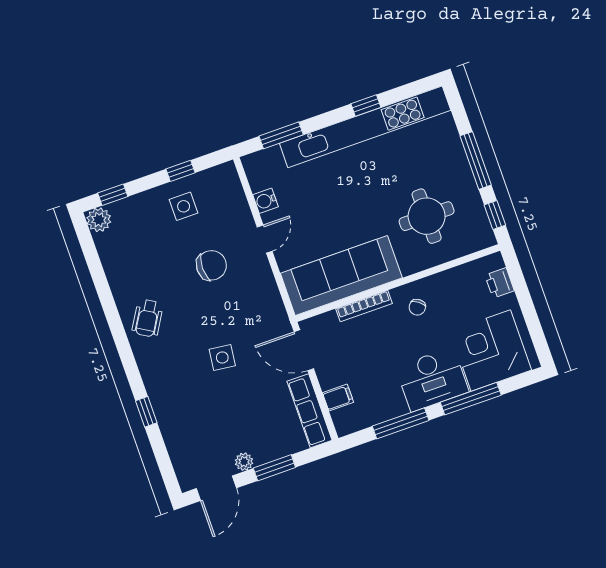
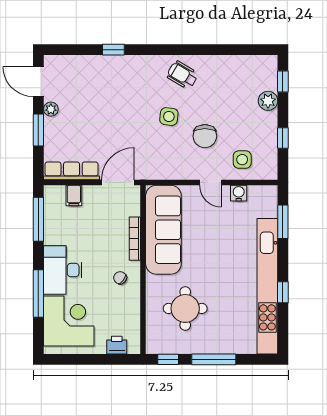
side table: (184, 206) -> (242, 160), moved
plant: (99, 220) -> (268, 101), moved
side table: (222, 357) -> (169, 117), moved
window: (401, 423) -> (38, 219), moved

